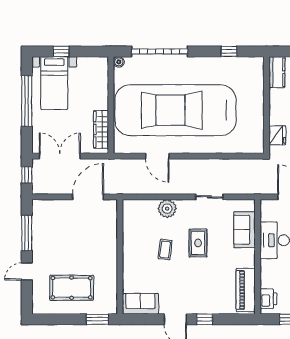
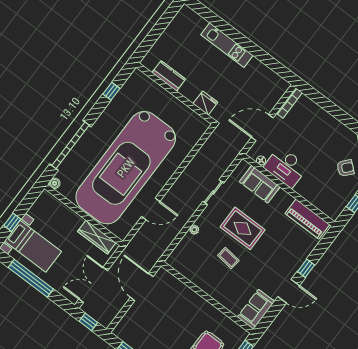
kitchen counter: (277, 72) -> (169, 76), moved
plant: (167, 209) -> (194, 230), width x0.53, depth x0.53
floor lamp: (265, 216) -> (261, 160), added
rug: (198, 243) -> (243, 228), width x1.36, depth x1.43
printer: (268, 299) -> (328, 206), removed

